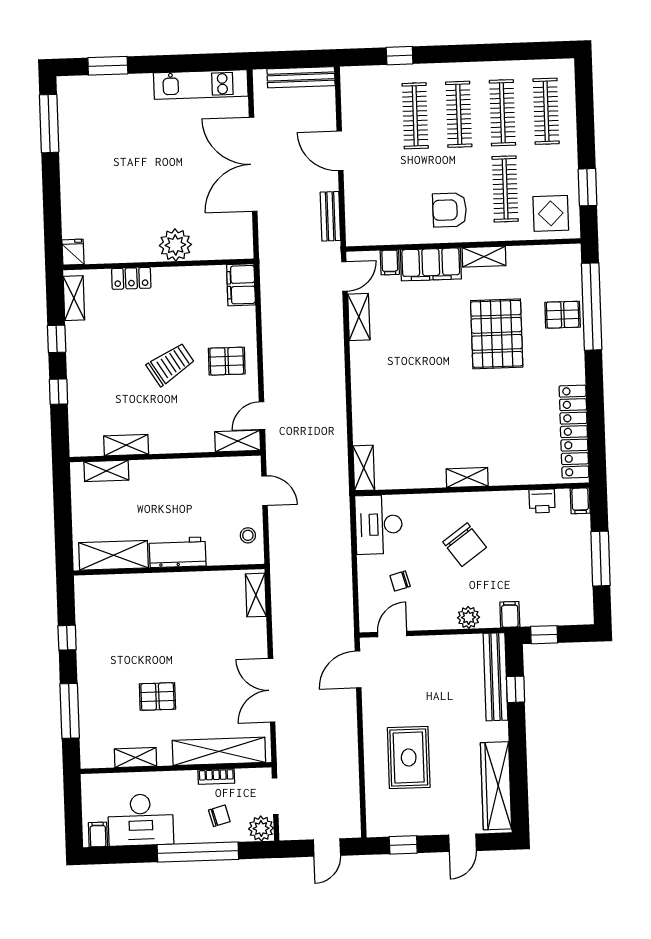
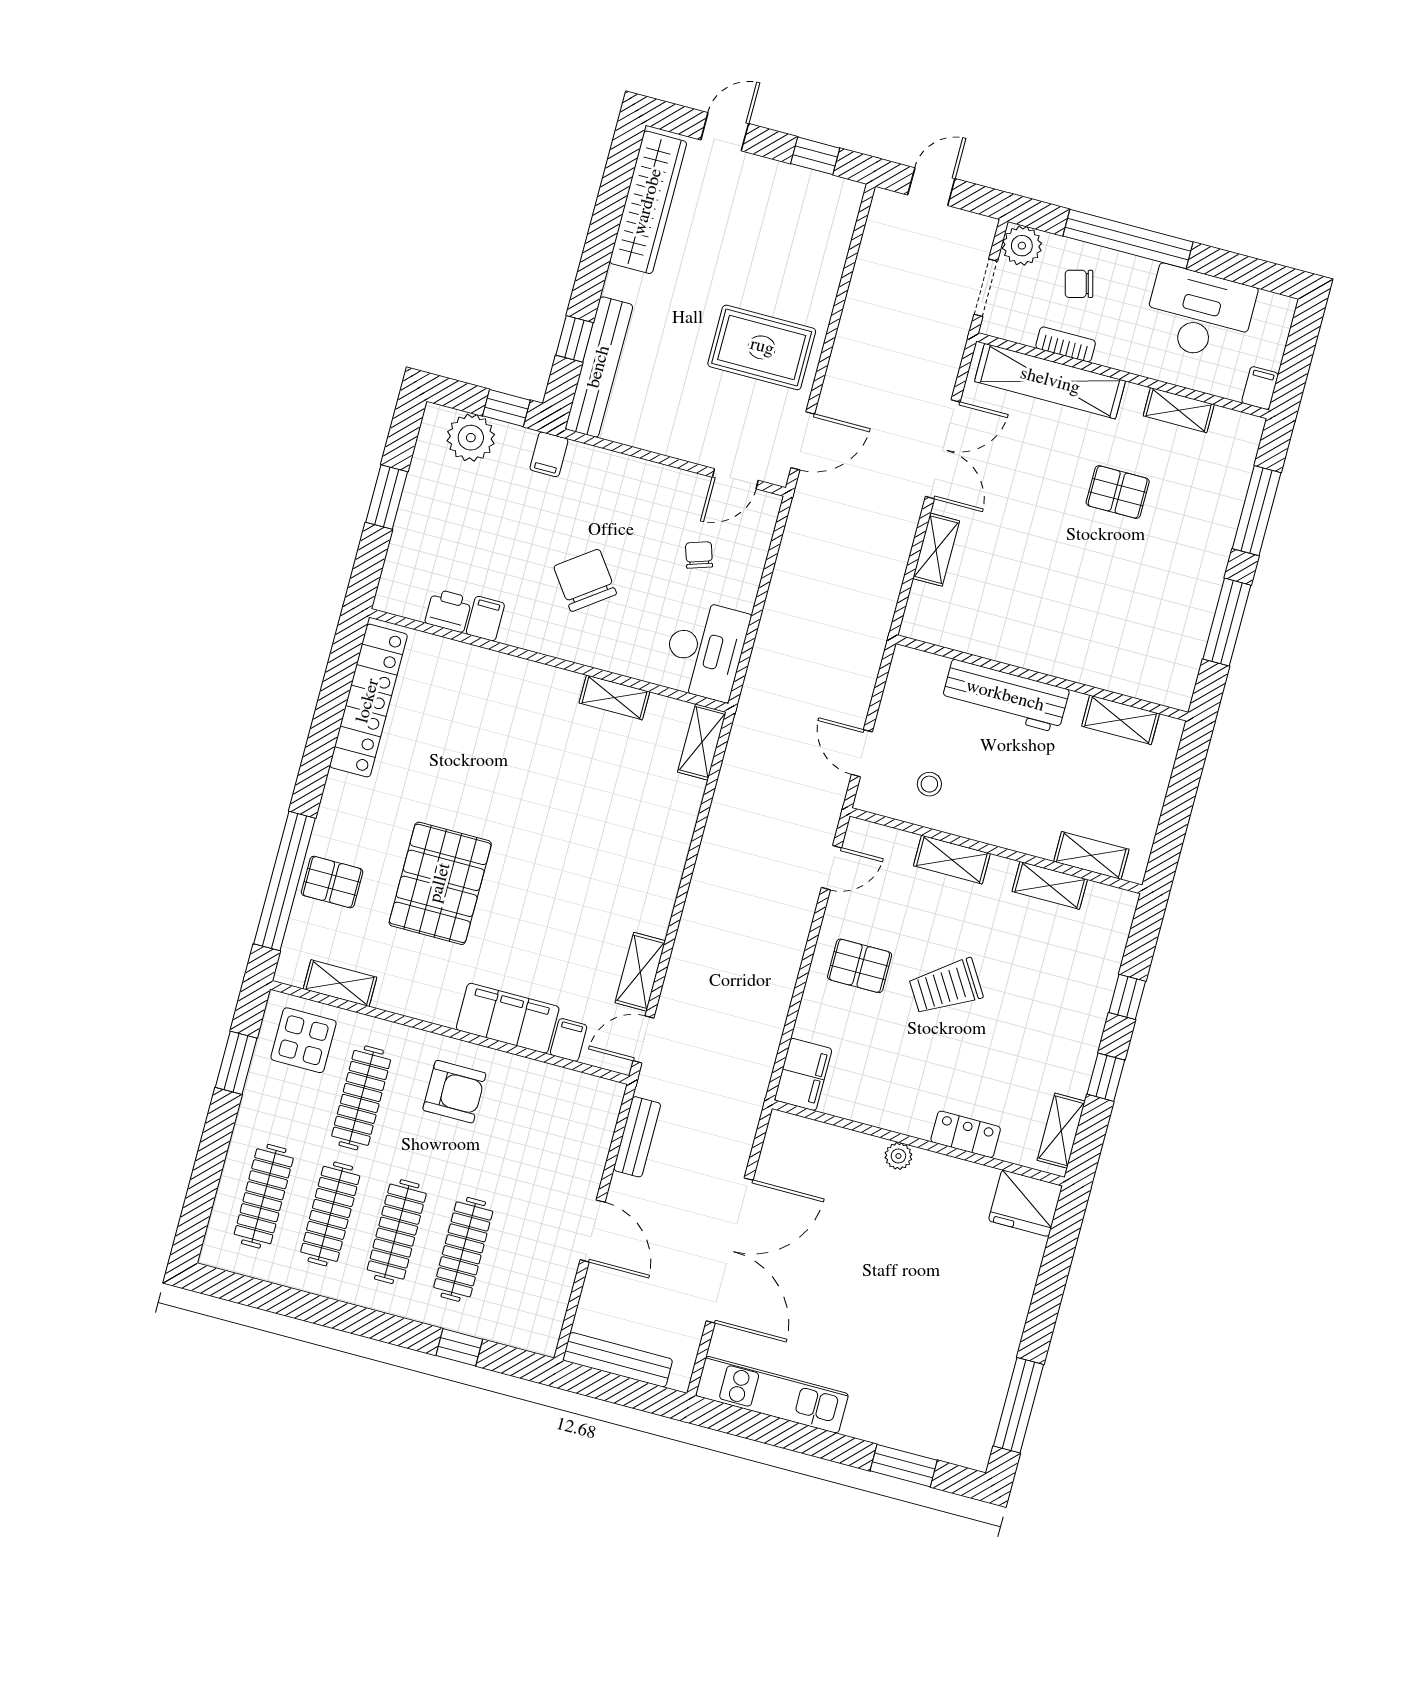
plant: (175, 245) -> (898, 1156), width x0.53, depth x0.53
fridge: (73, 252) -> (1025, 1203), width x1.88, depth x1.34
shelving: (484, 257) -> (340, 983), moved
shelving: (238, 441) -> (952, 860), moved
shelving: (467, 477) -> (614, 697), moved
filing cabinet: (580, 501) -> (485, 619), moved
stool: (248, 535) -> (929, 784), moved
workbench: (178, 552) -> (1005, 696), width x1.38
shelving: (114, 555) -> (1121, 720), width x0.67, depth x0.75
window: (600, 559) -> (387, 497), width x0.69
chair: (400, 581) -> (699, 555), turned -93
shelving: (256, 595) -> (936, 550), moved
plant: (468, 617) -> (471, 438), moved, width x1.36, depth x1.36
window: (67, 638) -> (1227, 622), width x2.17
rug: (409, 757) -> (762, 347), moved, turned 90
filing cabinet: (98, 835) -> (1260, 388), moved, turned 180

